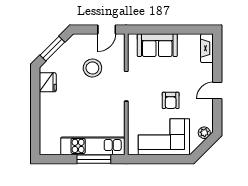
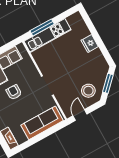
sofa: (157, 45) -> (42, 123), width x1.36
stool: (92, 68) -> (88, 91), moved
fridge: (48, 82) -> (90, 43), moved

